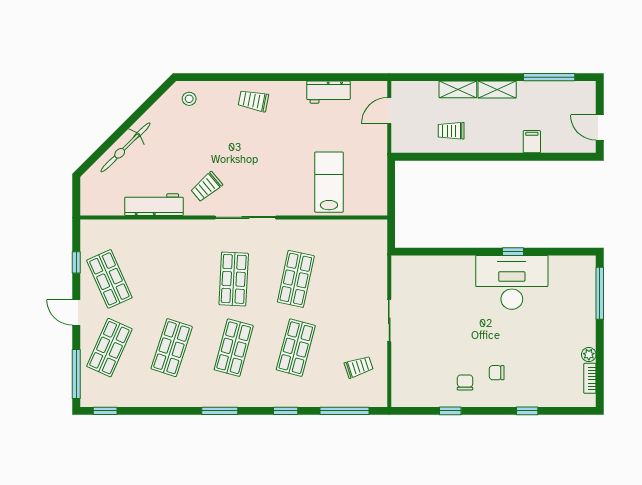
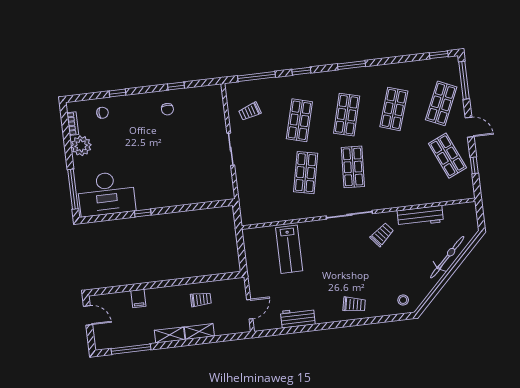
desk: (512, 282) -> (106, 194), moved
plant: (589, 355) -> (81, 146), width x1.87, depth x1.87
chair: (497, 373) -> (102, 113), moved

